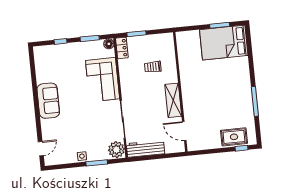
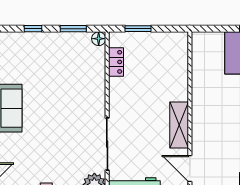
locker: (122, 48) -> (116, 62), moved
trolley: (153, 67) -> (156, 76), removed
corner sofa: (103, 80) -> (85, 87), removed

